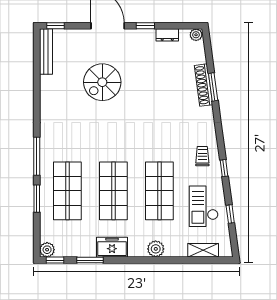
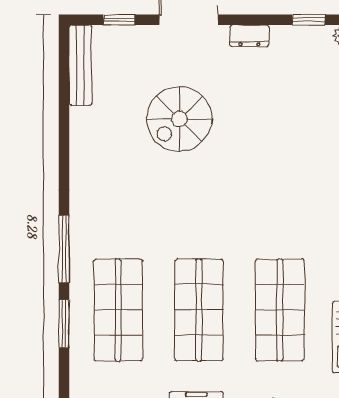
window: (56, 26) -> (119, 20), moved
window: (145, 26) -> (309, 20), moved
dresser: (167, 35) -> (249, 36), moved

